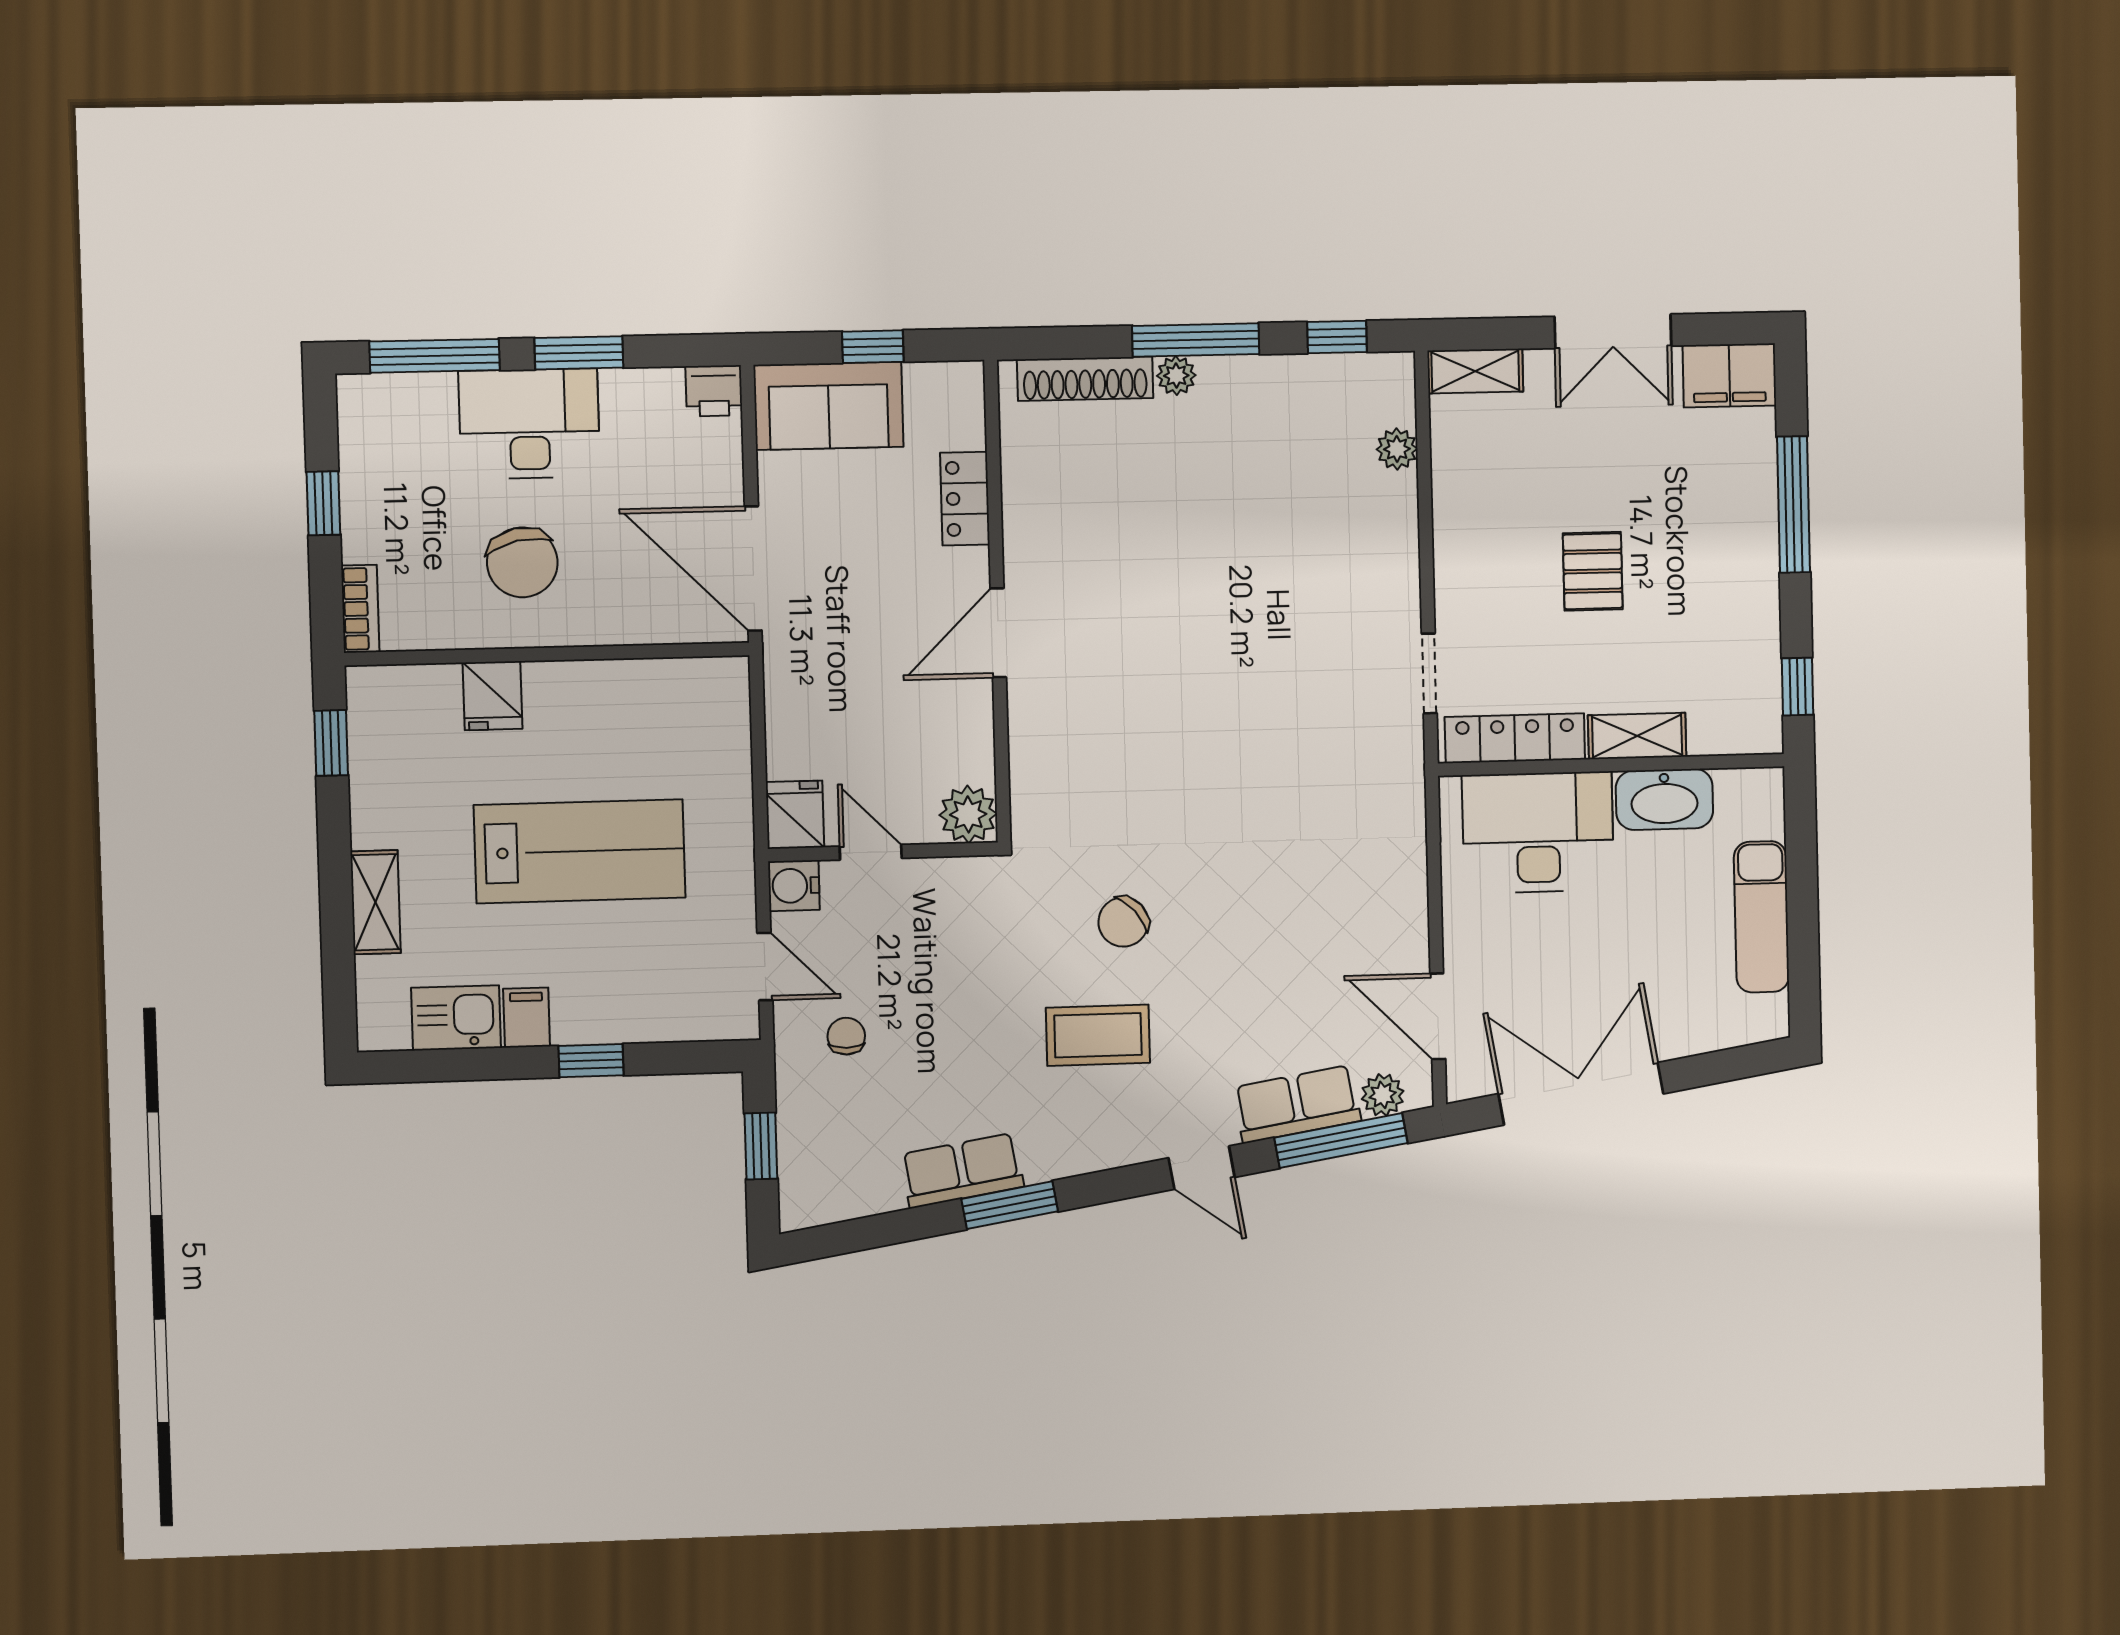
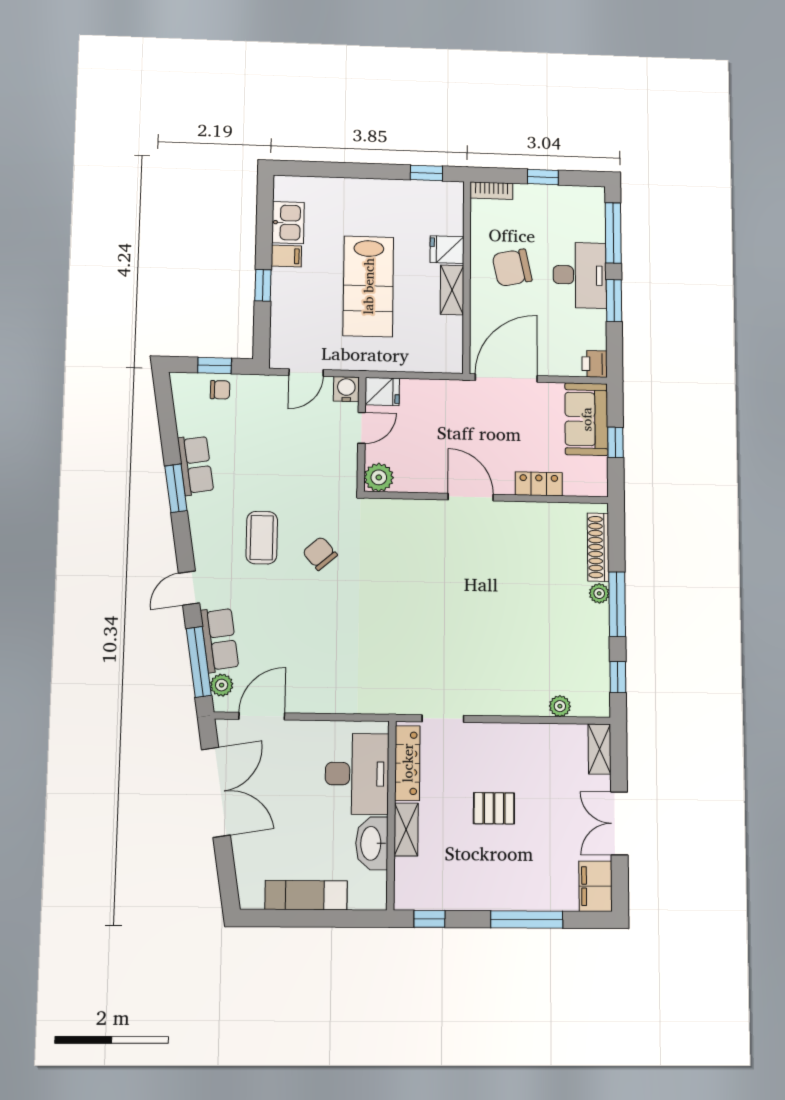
shelving: (376, 902) -> (452, 290), moved, turned 90
chair: (846, 1036) -> (220, 390), moved

